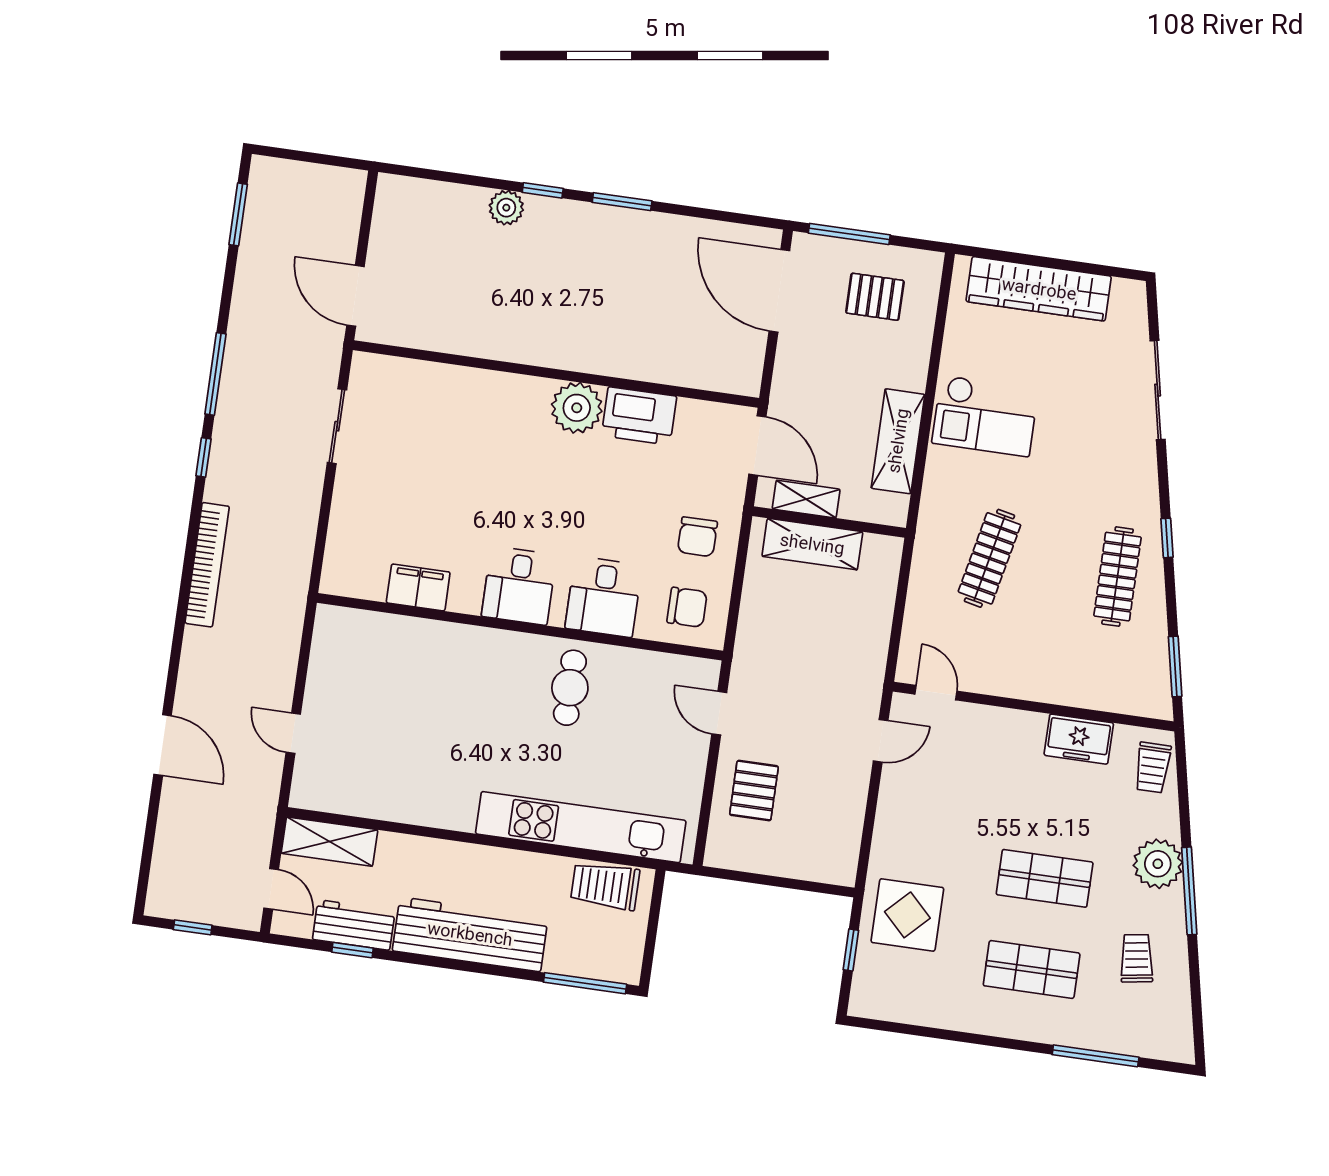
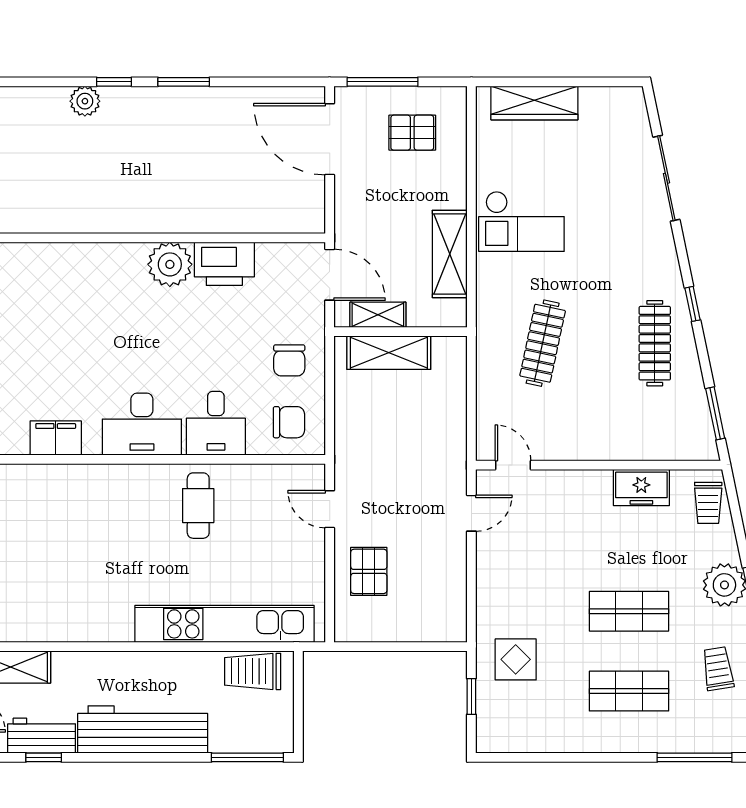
wardrobe: (1039, 289) -> (534, 103), width x0.71, depth x0.85
desk: (519, 586) -> (142, 424), width x1.37
display table: (907, 915) -> (516, 659), width x0.73, depth x0.73

